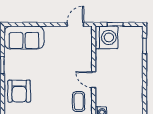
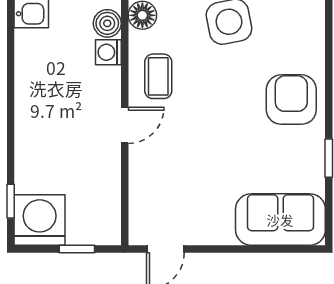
washing machine: (107, 37) -> (40, 220), moved, turned 90
door: (94, 80) -> (125, 125), hinge flipped

